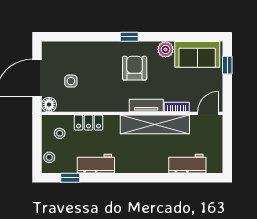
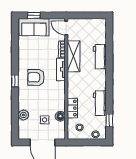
plant: (165, 49) -> (23, 115), moved
sofa: (197, 54) -> (34, 27), moved, turned 90
floor lamp: (49, 105) -> (60, 116), moved
shelving: (155, 124) -> (74, 56), width x0.68
workbench: (187, 164) -> (100, 57), moved

